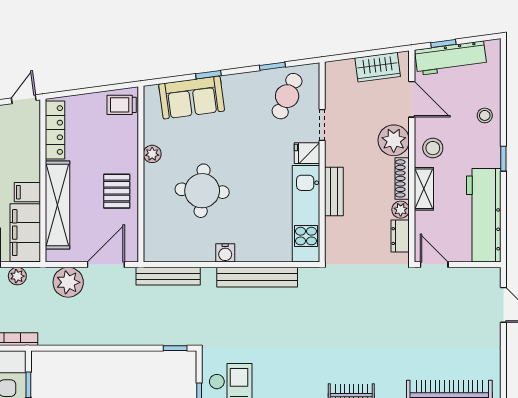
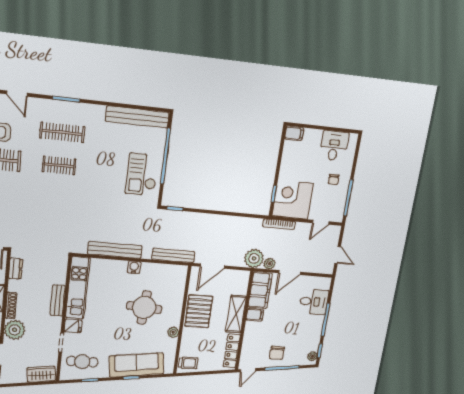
wardrobe: (378, 67) -> (41, 374), moved
cafe table: (287, 96) -> (82, 362), turned 66
sofa: (192, 97) -> (137, 365), width x1.36
pallet: (117, 191) -> (199, 311), width x1.50, depth x1.42
shelving: (57, 205) -> (236, 314), width x0.68
plant: (401, 210) -> (14, 286), removed
plant: (68, 282) -> (254, 258), moved

